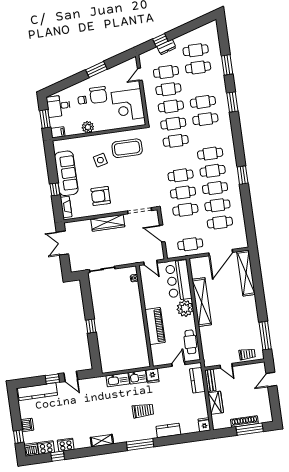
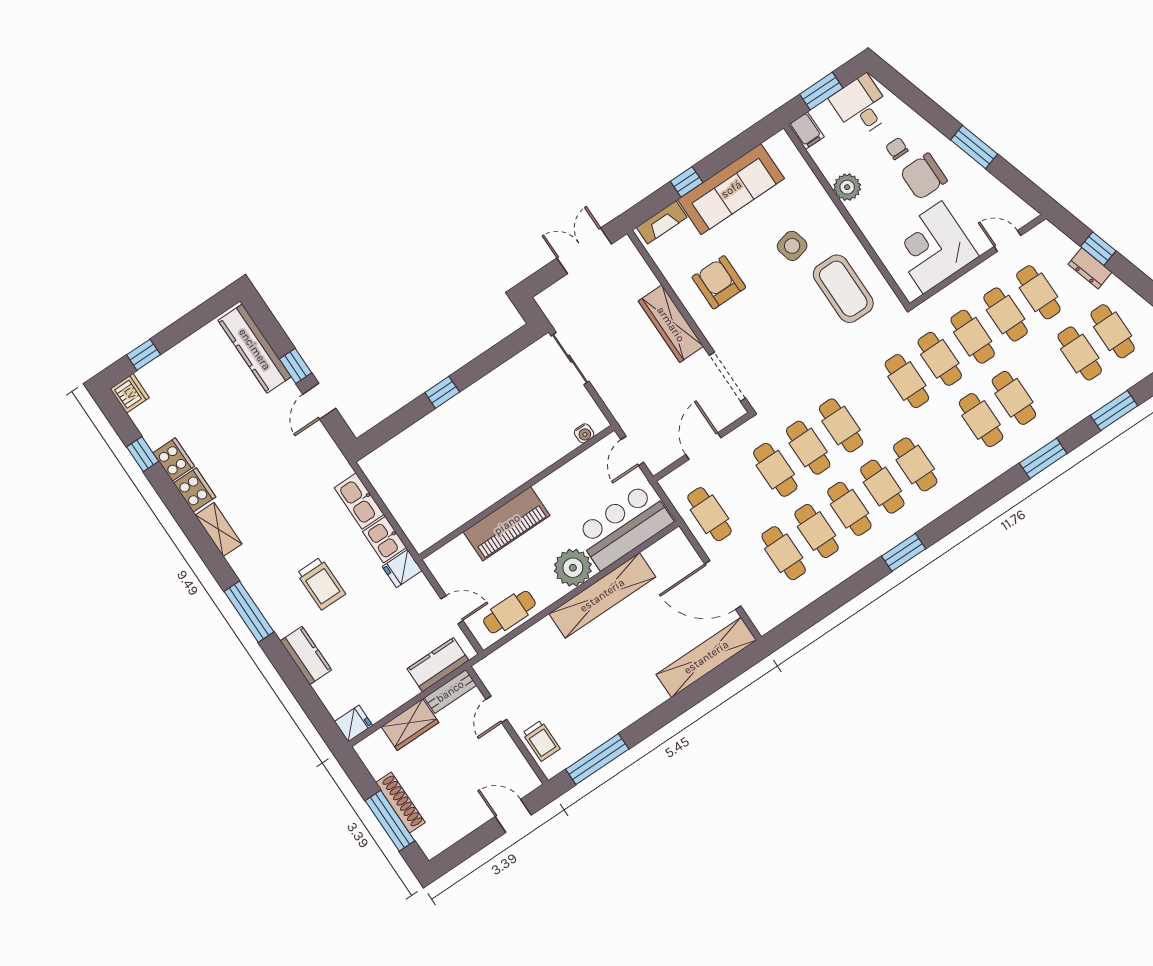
dishwasher: (27, 425) -> (176, 360), removed
cooker: (46, 447) -> (195, 490), moved

